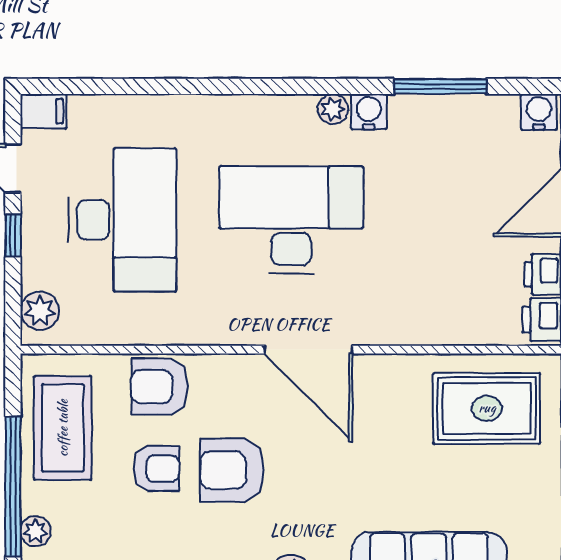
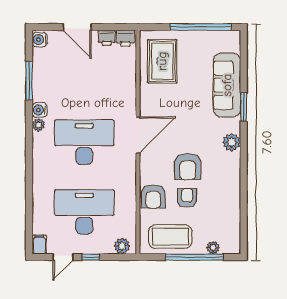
desk: (291, 220) -> (84, 142), turned 90

